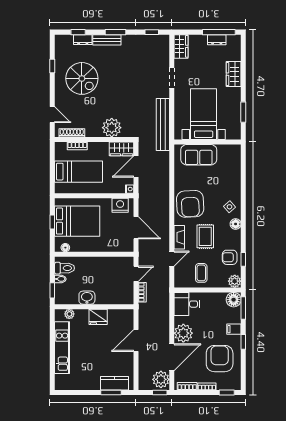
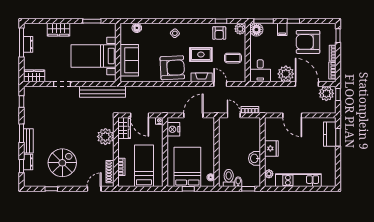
floor lamp: (236, 224) -> (137, 28), moved

